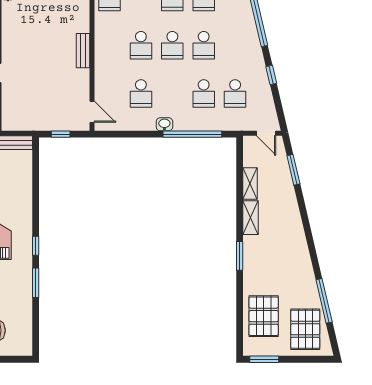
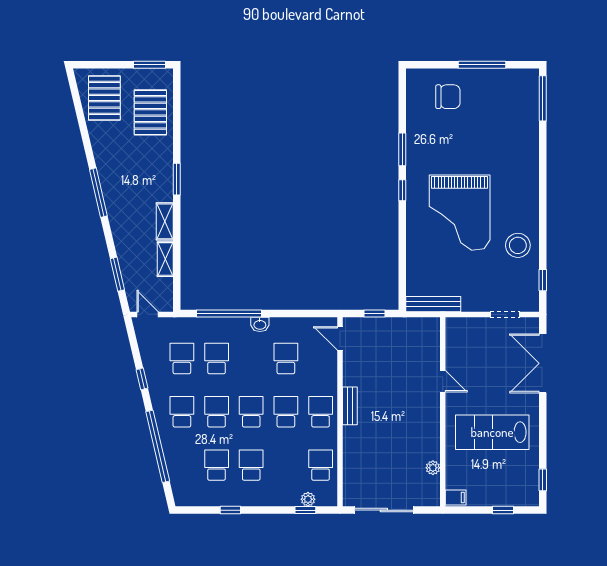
school desk: (110, 45) -> (321, 412), added
school desk: (235, 45) -> (182, 412), added
window: (324, 301) -> (98, 193), moved

